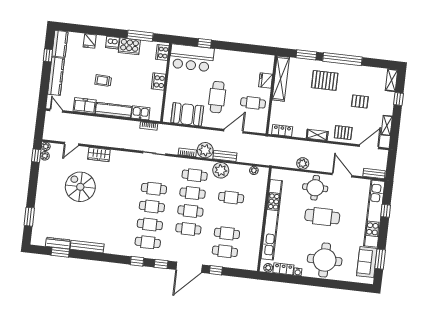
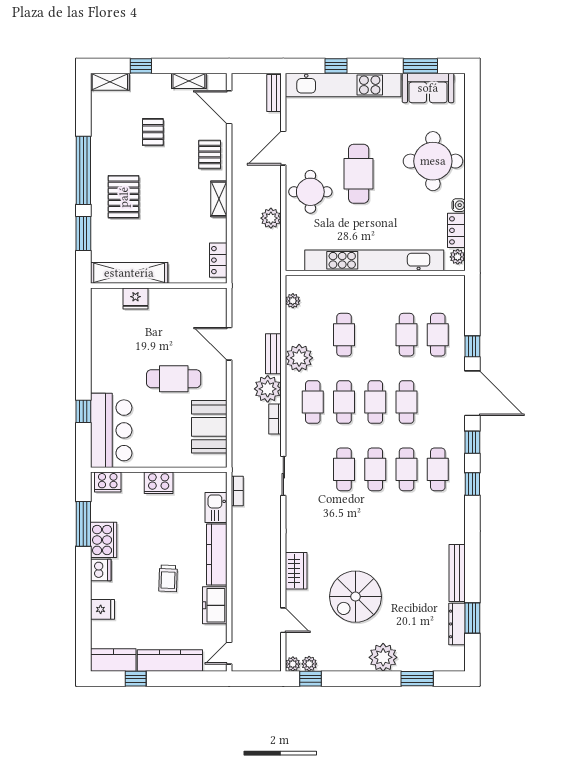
cafe table: (253, 103) -> (177, 316), removed
plant: (44, 199) -> (383, 657), added

